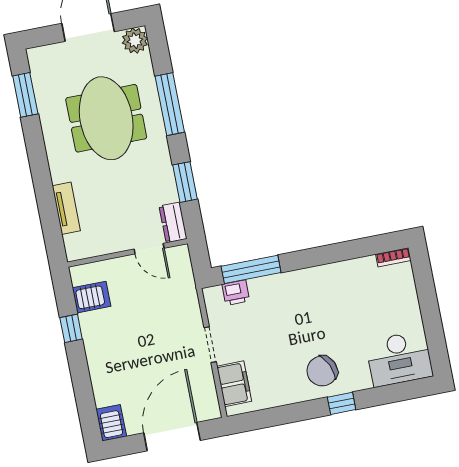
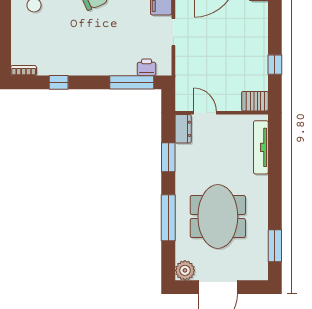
tv unit: (66, 208) -> (261, 147), width x1.41
window: (345, 251) -> (59, 82), added
server rack: (92, 297) -> (255, 101), moved

